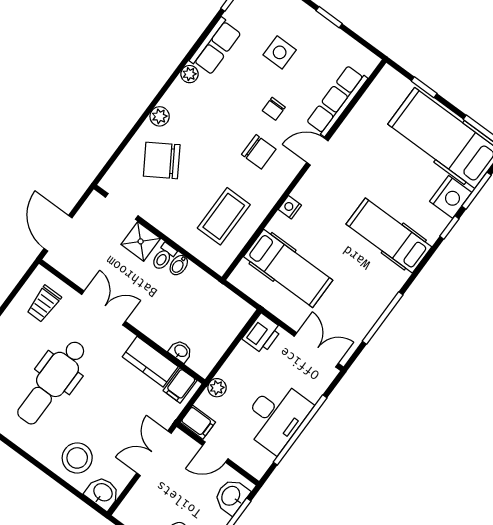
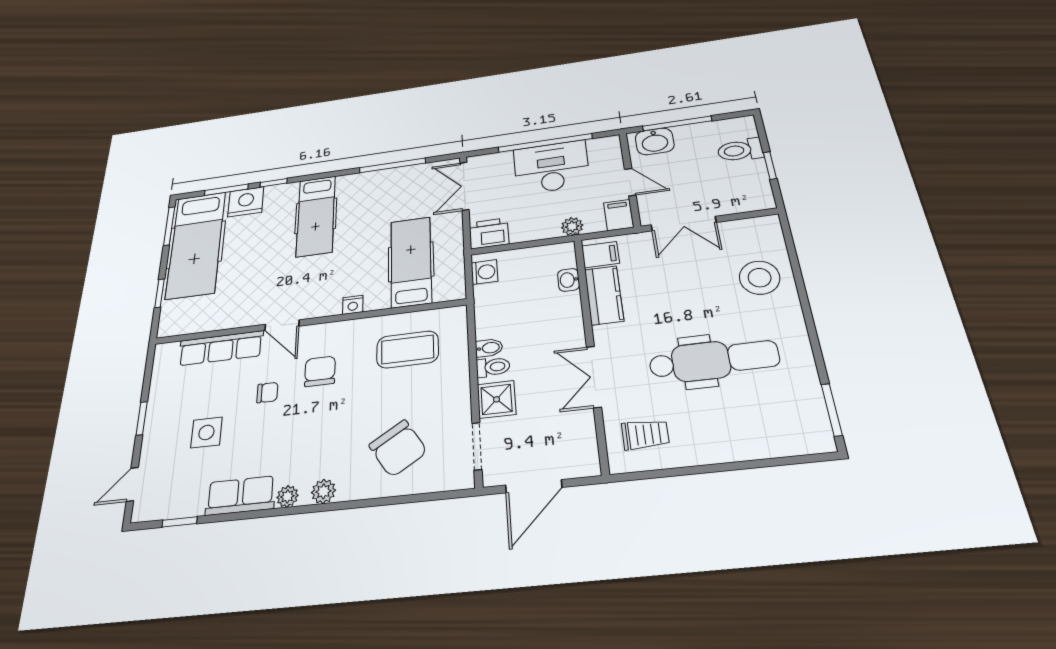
plant: (160, 116) -> (323, 491), moved
door: (58, 233) -> (534, 486), moved
washing machine: (235, 307) -> (484, 272), added
washbasin: (103, 493) -> (766, 231), removed

